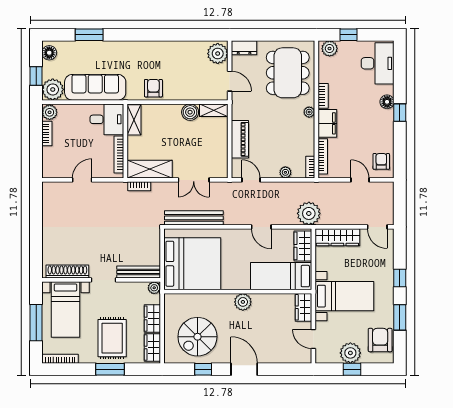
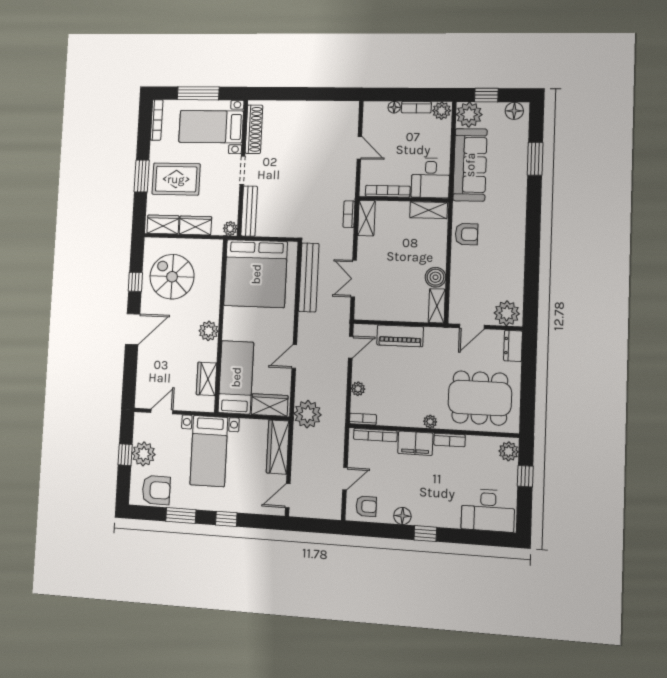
floor lamp: (387, 102) -> (402, 516), moved
floor lamp: (47, 152) -> (394, 107), added
shelving: (150, 169) -> (366, 218), width x0.67, depth x0.75
wardrobe: (304, 307) -> (207, 379), moved, turned -90

